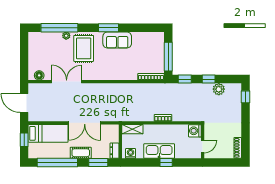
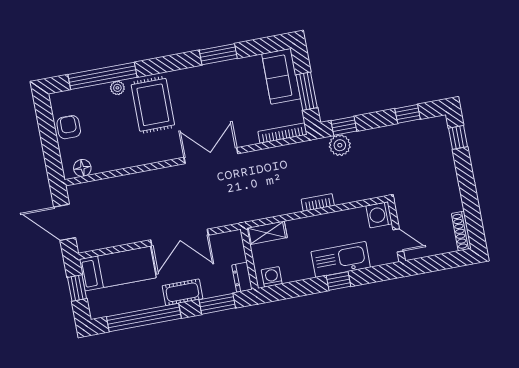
window: (109, 28) -> (218, 54), moved
sofa: (117, 40) -> (281, 76), moved, turned 90
armchair: (36, 52) -> (69, 127), added
window: (168, 57) -> (307, 91), width x0.69
window: (209, 79) -> (408, 114), moved
double door: (67, 82) -> (211, 156), moved
plant: (219, 89) -> (340, 145), moved
door: (203, 147) -> (398, 240), hinge flipped
kitchen sink: (159, 151) -> (341, 259), moved

